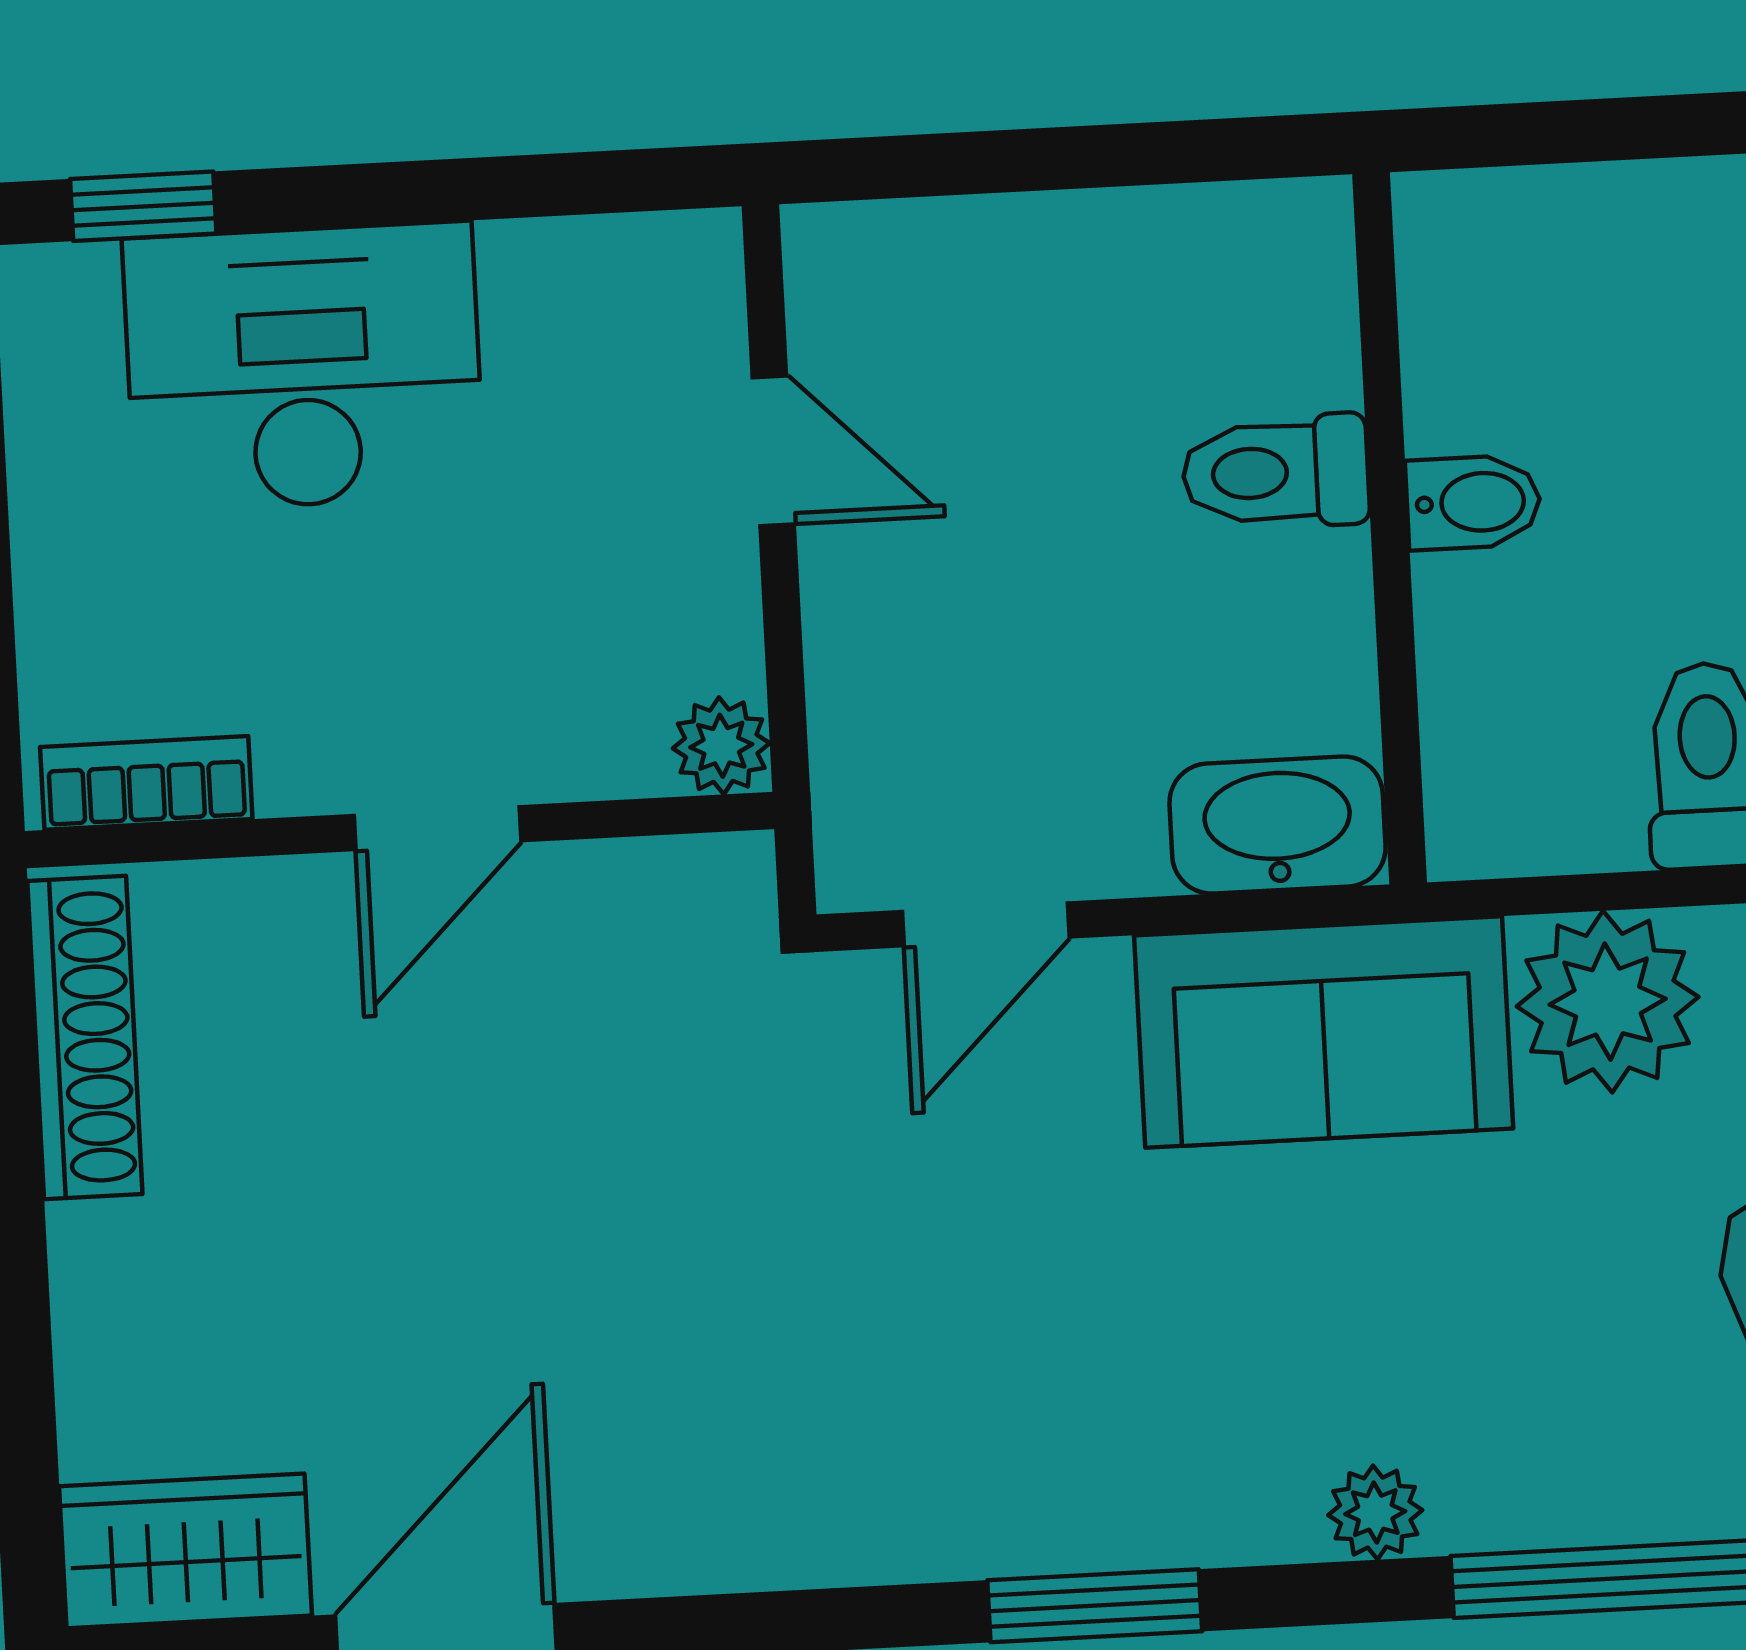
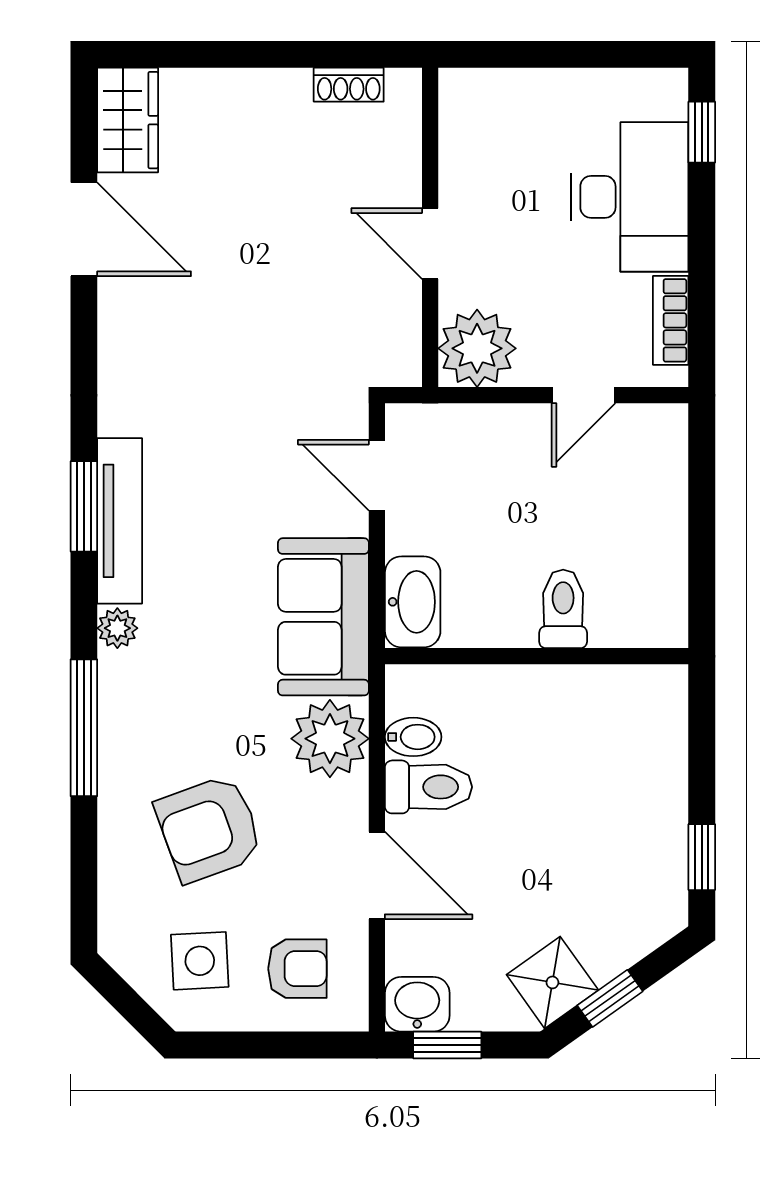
bidet: (1473, 502) -> (413, 737), moved, turned -90
plant: (721, 746) -> (477, 348), width x1.87, depth x1.87
bookcase: (146, 783) -> (671, 320), moved, turned 180
shoe rack: (85, 1038) -> (349, 85), width x0.51, depth x0.81
tv unit: (1124, 1520) -> (120, 521), added

